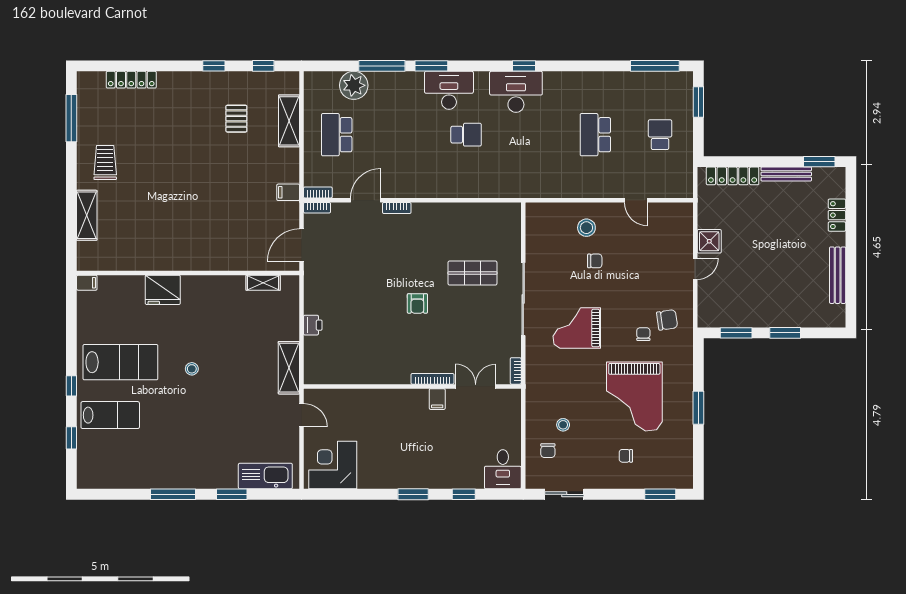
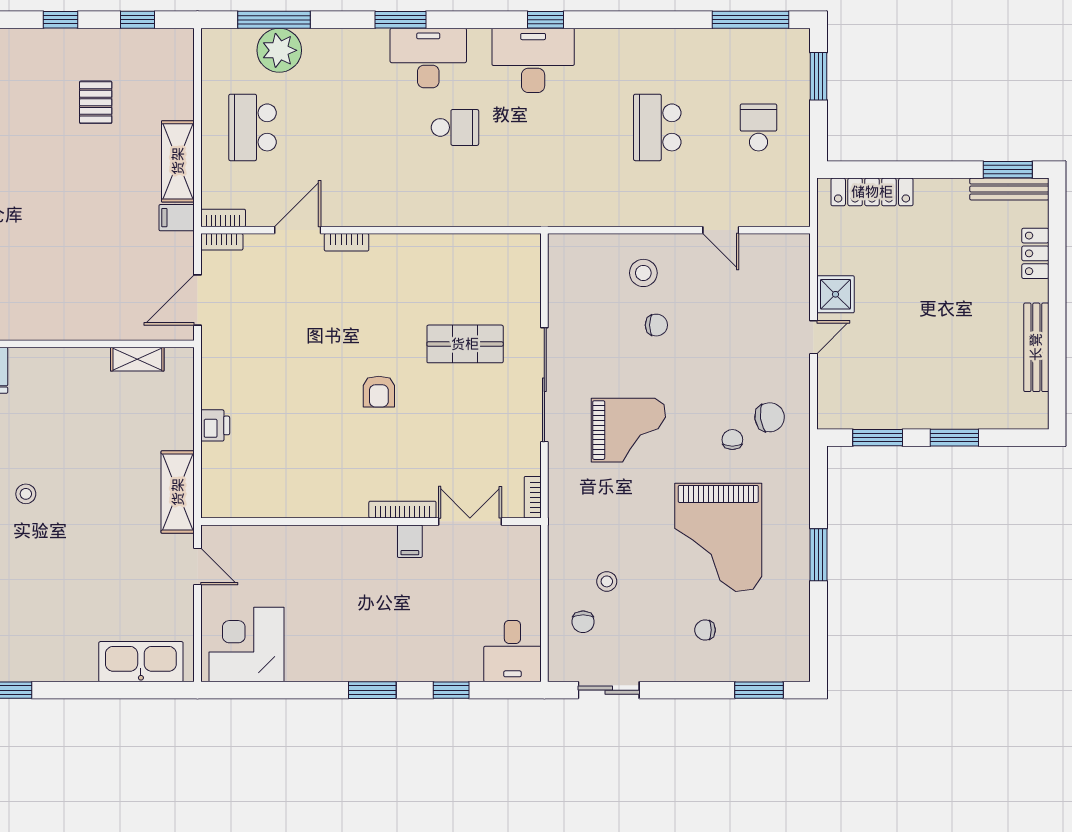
window: (382, 66) -> (274, 20), moved
shelving: (289, 121) -> (178, 161), moved
bench: (786, 174) -> (1009, 189), moved
grand piano: (577, 328) -> (628, 430), turned 180
window: (232, 494) -> (88, 690), removed

